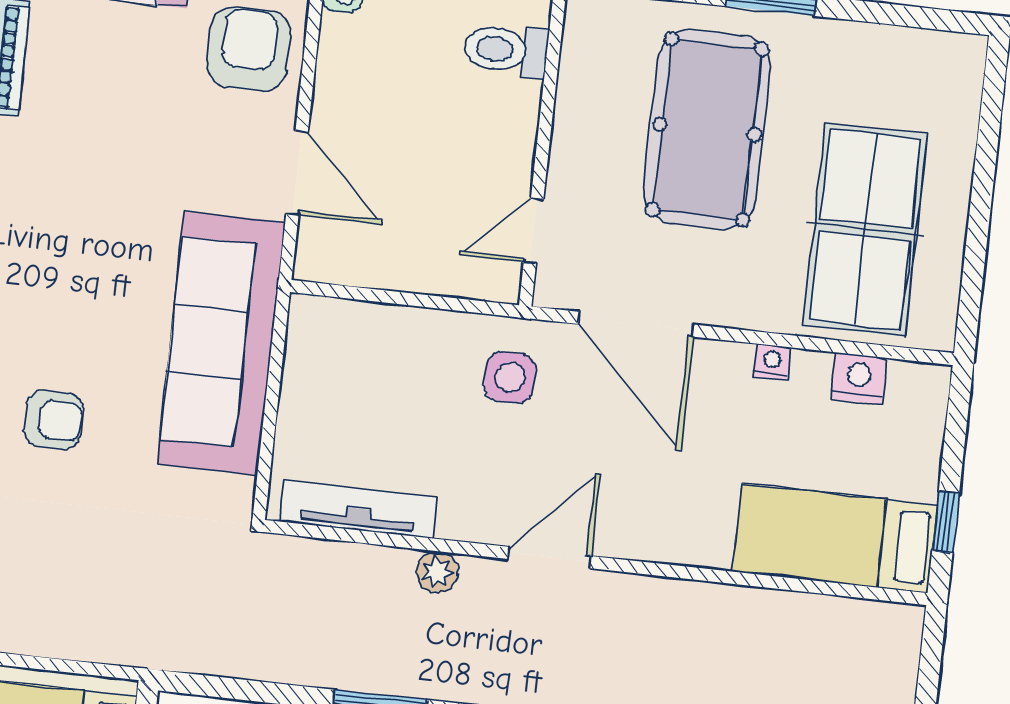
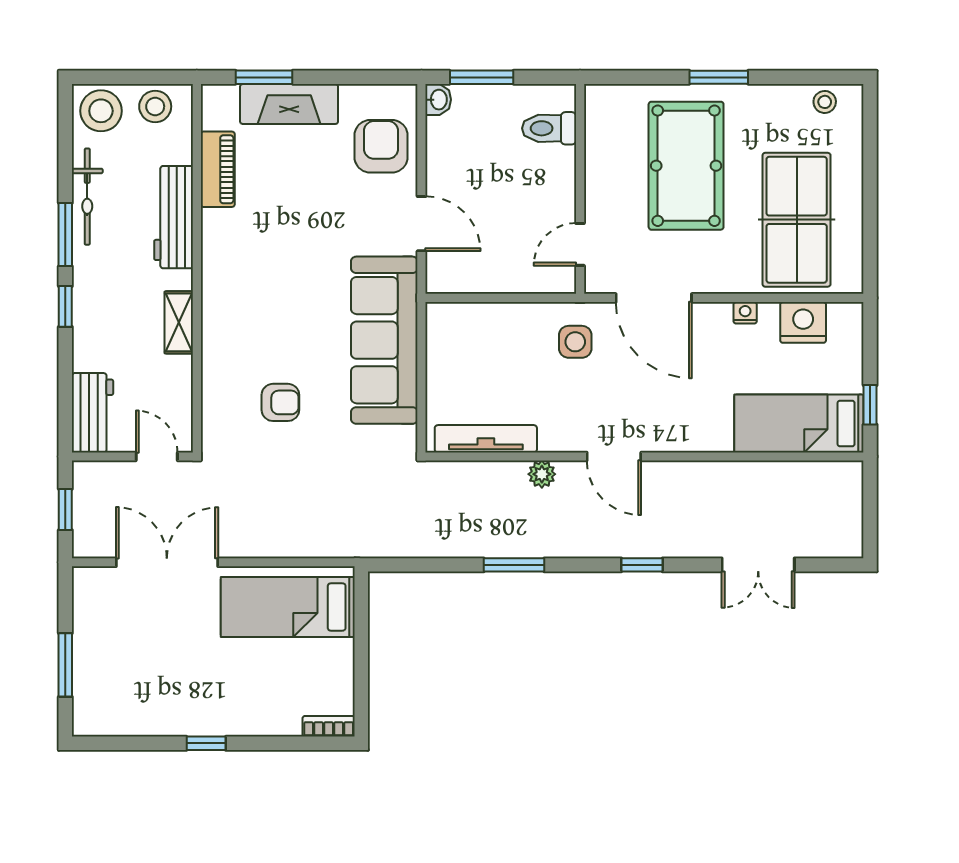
stool: (928, 56) -> (825, 102), added
nightstand: (859, 379) -> (803, 322), width x1.36, depth x1.33
door: (549, 558) -> (614, 457), swing flipped

